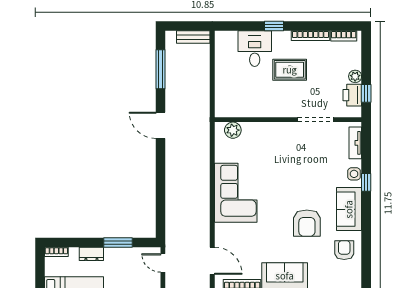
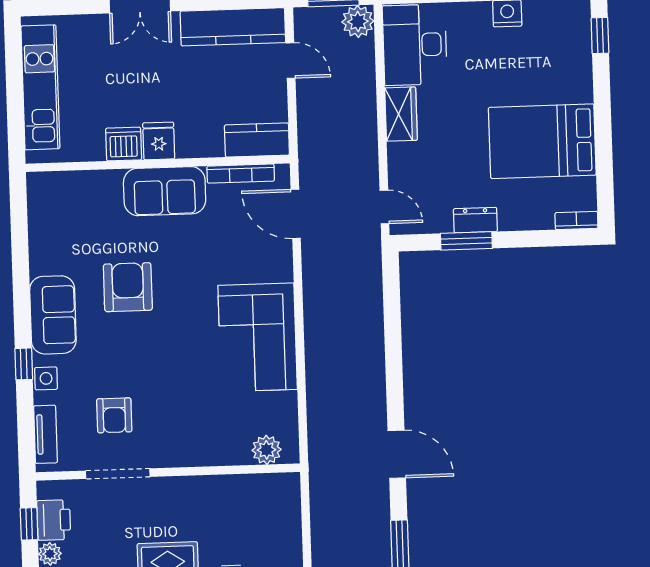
armchair: (344, 250) -> (114, 415), moved
dresser: (91, 254) -> (475, 220), moved

